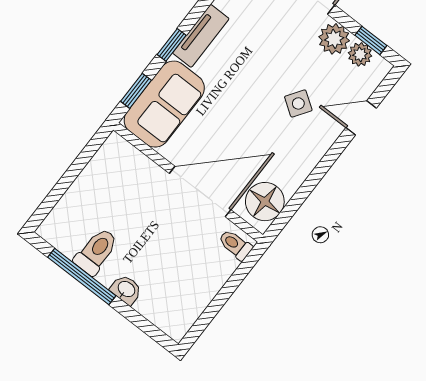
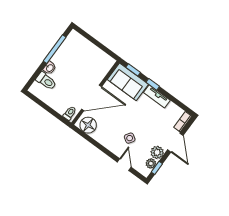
door: (200, 192) -> (92, 98), hinge flipped
toilet: (96, 251) -> (46, 81), moved

